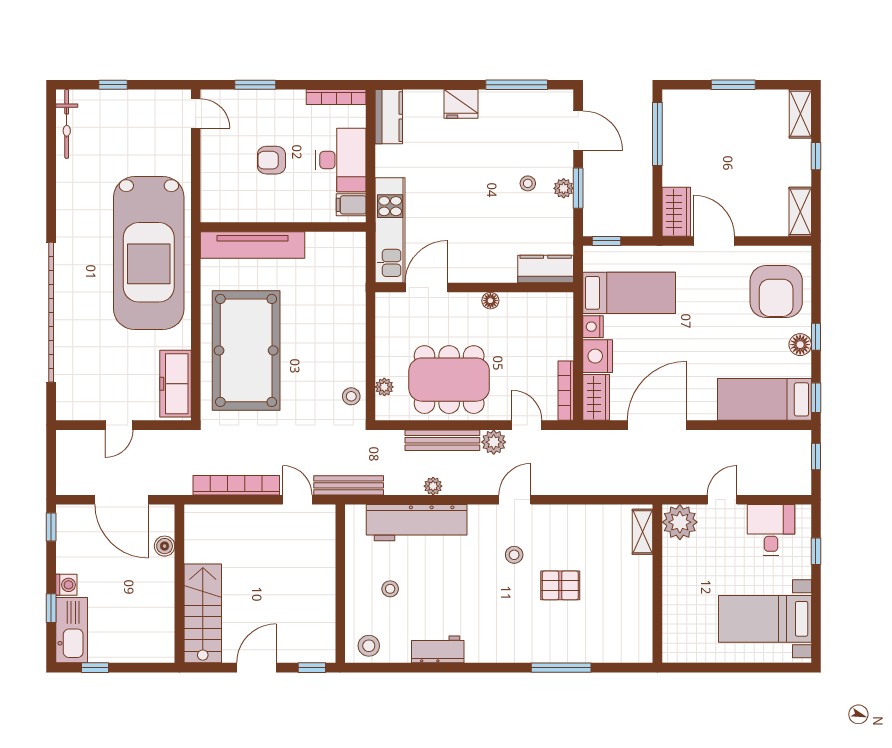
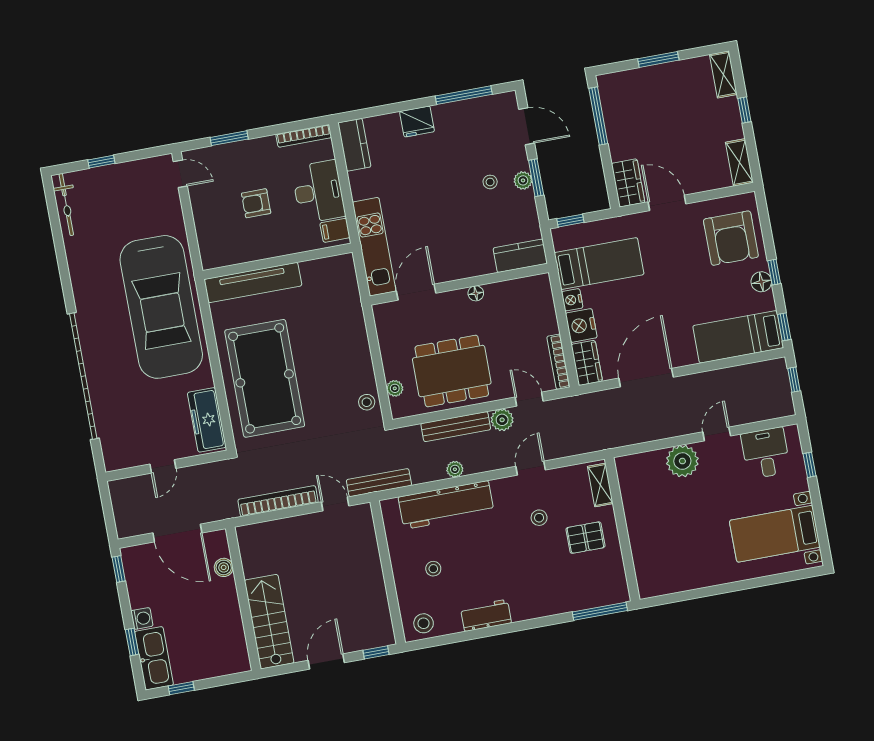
shelving: (643, 532) -> (600, 485), moved
wall: (657, 584) -> (622, 529), moved

